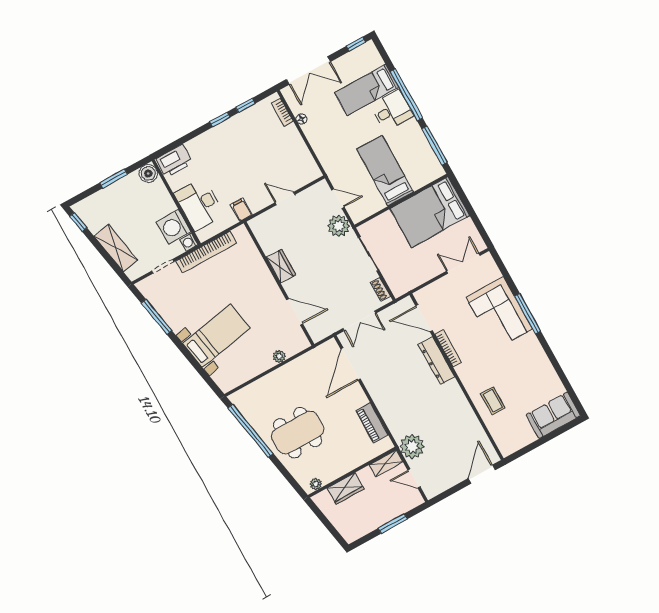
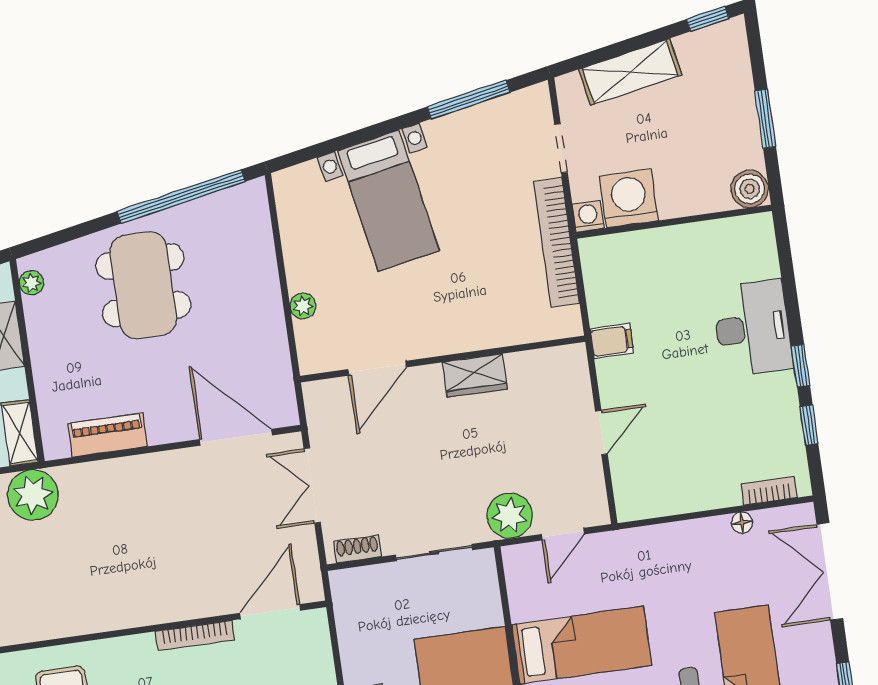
printer: (174, 161) -> (755, 248), removed
desk: (199, 204) -> (753, 328), moved, turned 90
dresser: (436, 361) -> (179, 604), removed

